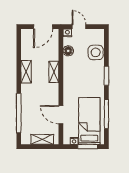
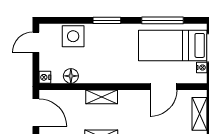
door: (79, 27) -> (36, 42), moved

